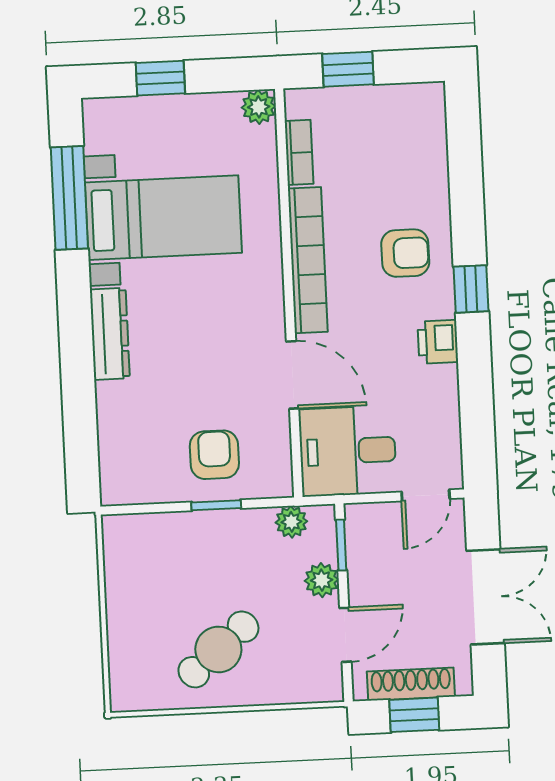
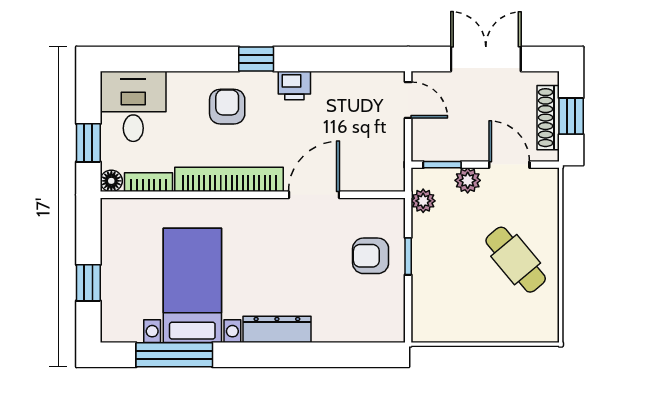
floor lamp: (298, 102) -> (111, 181), added
plant: (259, 107) -> (113, 211), removed
desk: (348, 451) -> (133, 106), moved, turned 180

